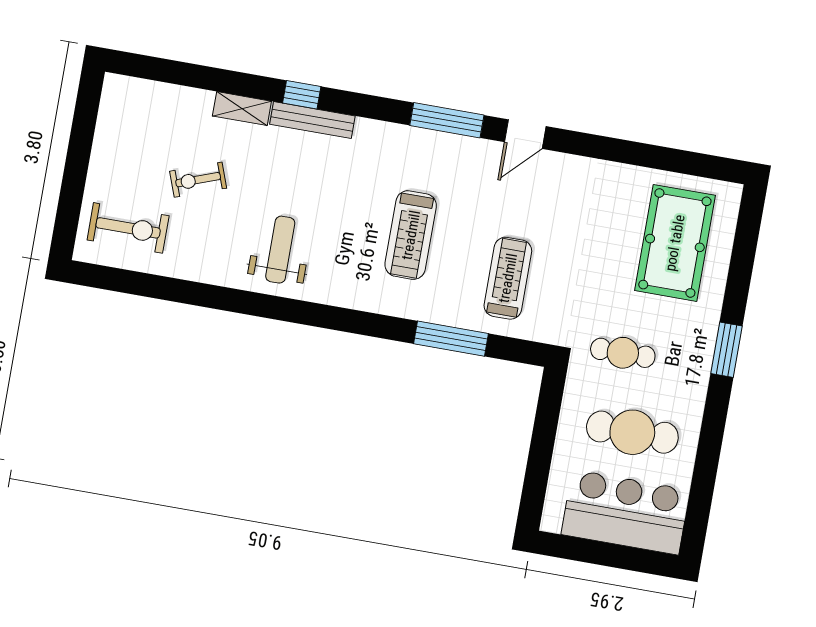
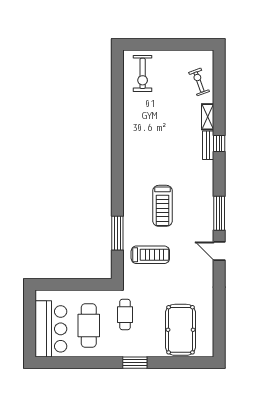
bench: (312, 120) -> (208, 145), width x0.73
exercise bike: (198, 180) -> (199, 82), moved
treadmill: (411, 235) -> (162, 206), turned -90
pool table: (675, 243) -> (181, 330), turned 90
weight bench: (280, 250) -> (145, 146), removed

